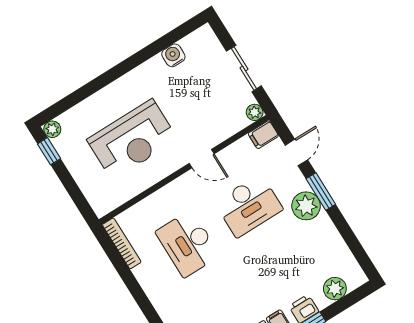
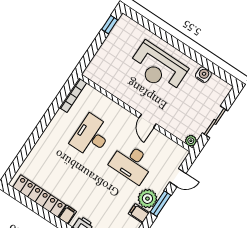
plant: (52, 129) -> (124, 20), removed
filing cabinet: (263, 135) -> (139, 213), moved
reception desk: (132, 139) -> (158, 68), moved

